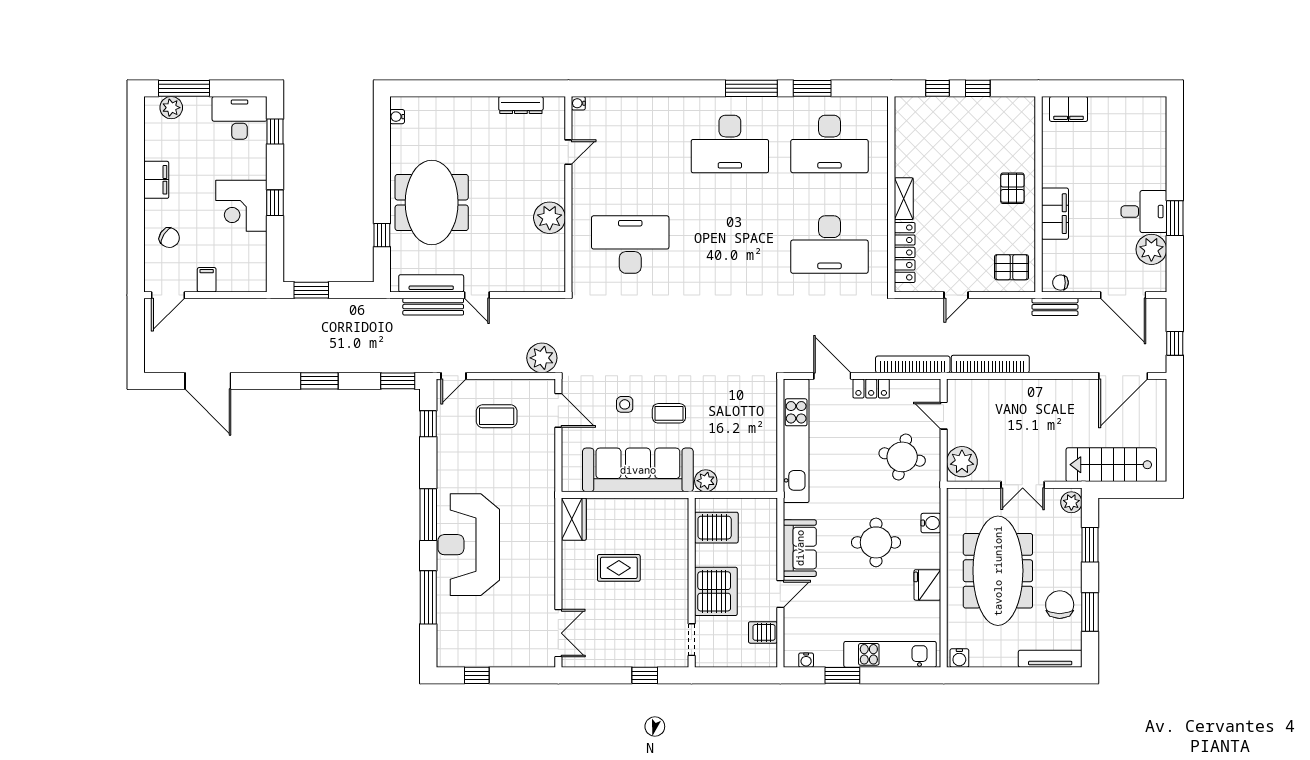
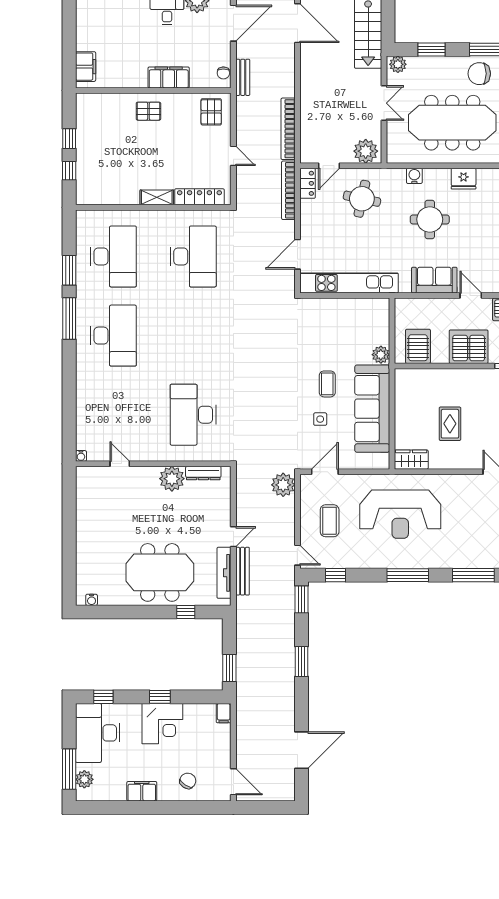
dresser: (521, 105) -> (203, 473), moved, turned 90
desk: (240, 118) -> (98, 733), width x1.36, depth x1.30
filing cabinet: (207, 280) -> (224, 713), moved, turned -90
locker: (871, 389) -> (308, 183), moved
reception desk: (469, 545) -> (400, 514), moved

